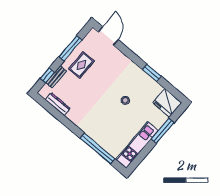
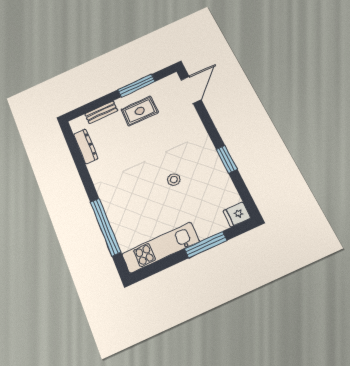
window: (47, 75) -> (92, 106), removed
fridge: (167, 103) -> (237, 214), width x0.53, depth x0.75

